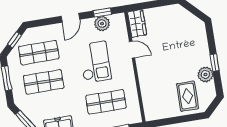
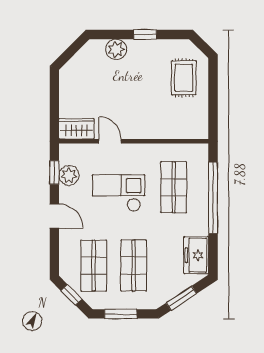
door: (132, 50) -> (110, 141), hinge flipped
plant: (205, 74) -> (116, 49), moved
rug: (188, 96) -> (184, 78), turned 90

